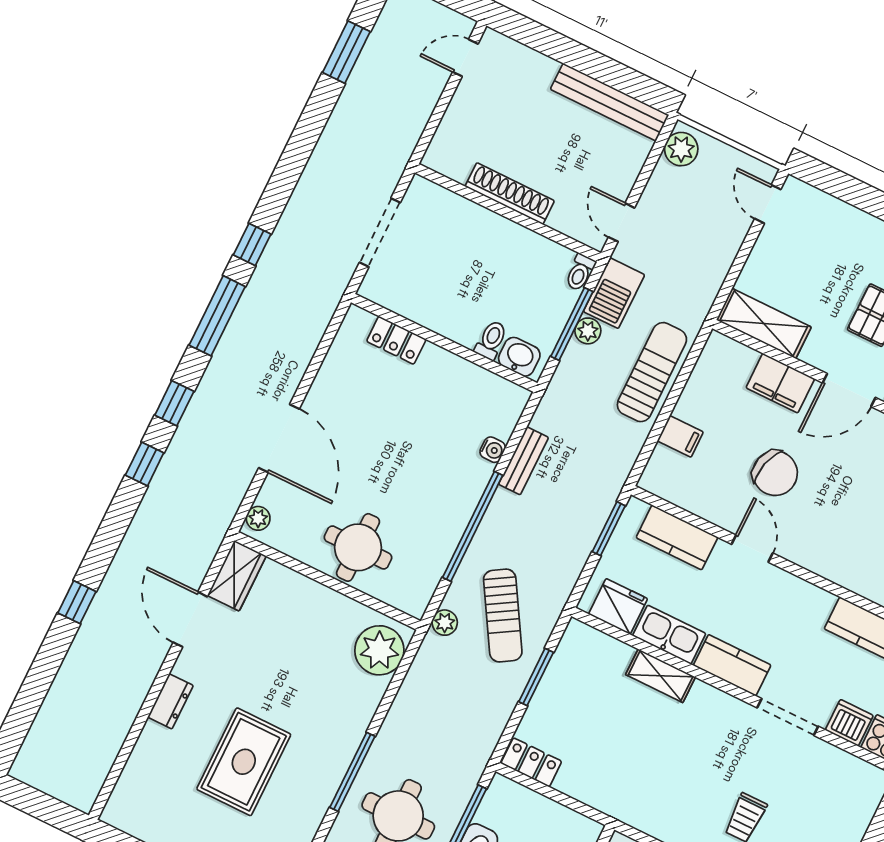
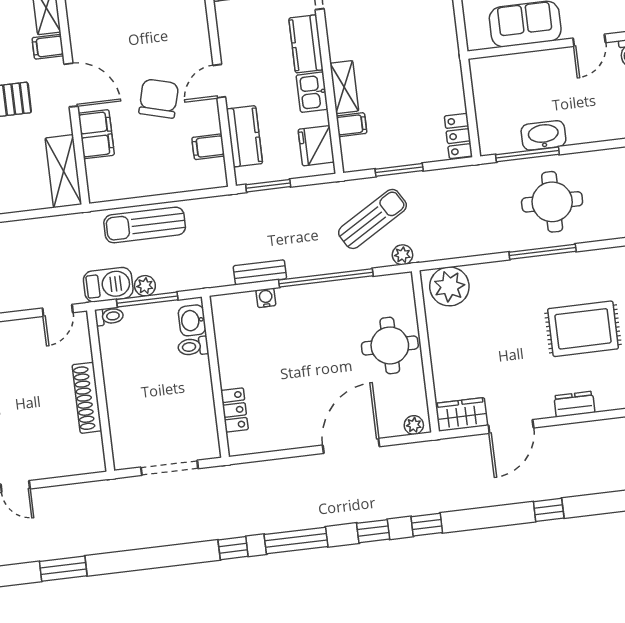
filing cabinet: (680, 436) -> (208, 147), moved, turned -90
kitchen sink: (669, 635) -> (312, 92), width x0.73
filing cabinet: (616, 658) -> (351, 125), added

